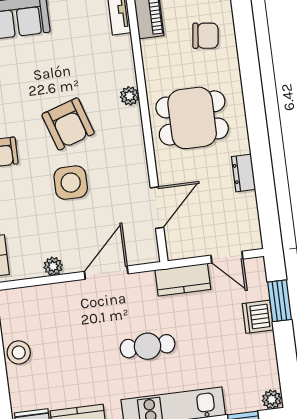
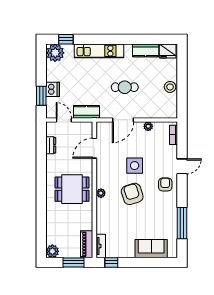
chair: (206, 36) -> (61, 228), removed
plant: (130, 96) -> (101, 193), moved
dresser: (243, 173) -> (51, 145), moved
cafe table: (148, 346) -> (125, 87), moved
plant: (272, 399) -> (55, 53), width x1.87, depth x1.87

